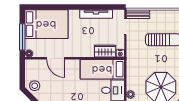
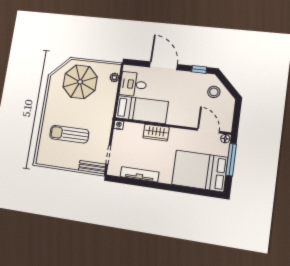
wardrobe: (105, 51) -> (156, 133), moved
door: (56, 58) -> (208, 131), moved
stool: (35, 86) -> (214, 92), moved

